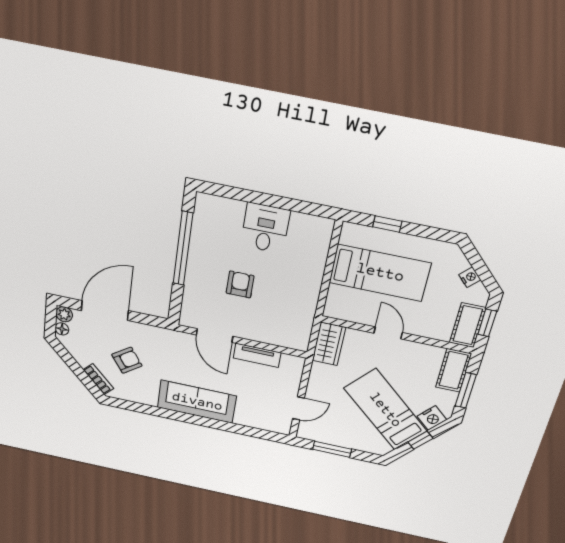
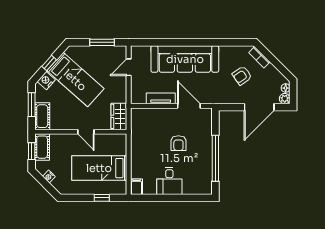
filing cabinet: (323, 230) -> (137, 187), added
sofa: (197, 402) -> (185, 59), width x1.36, depth x1.27

